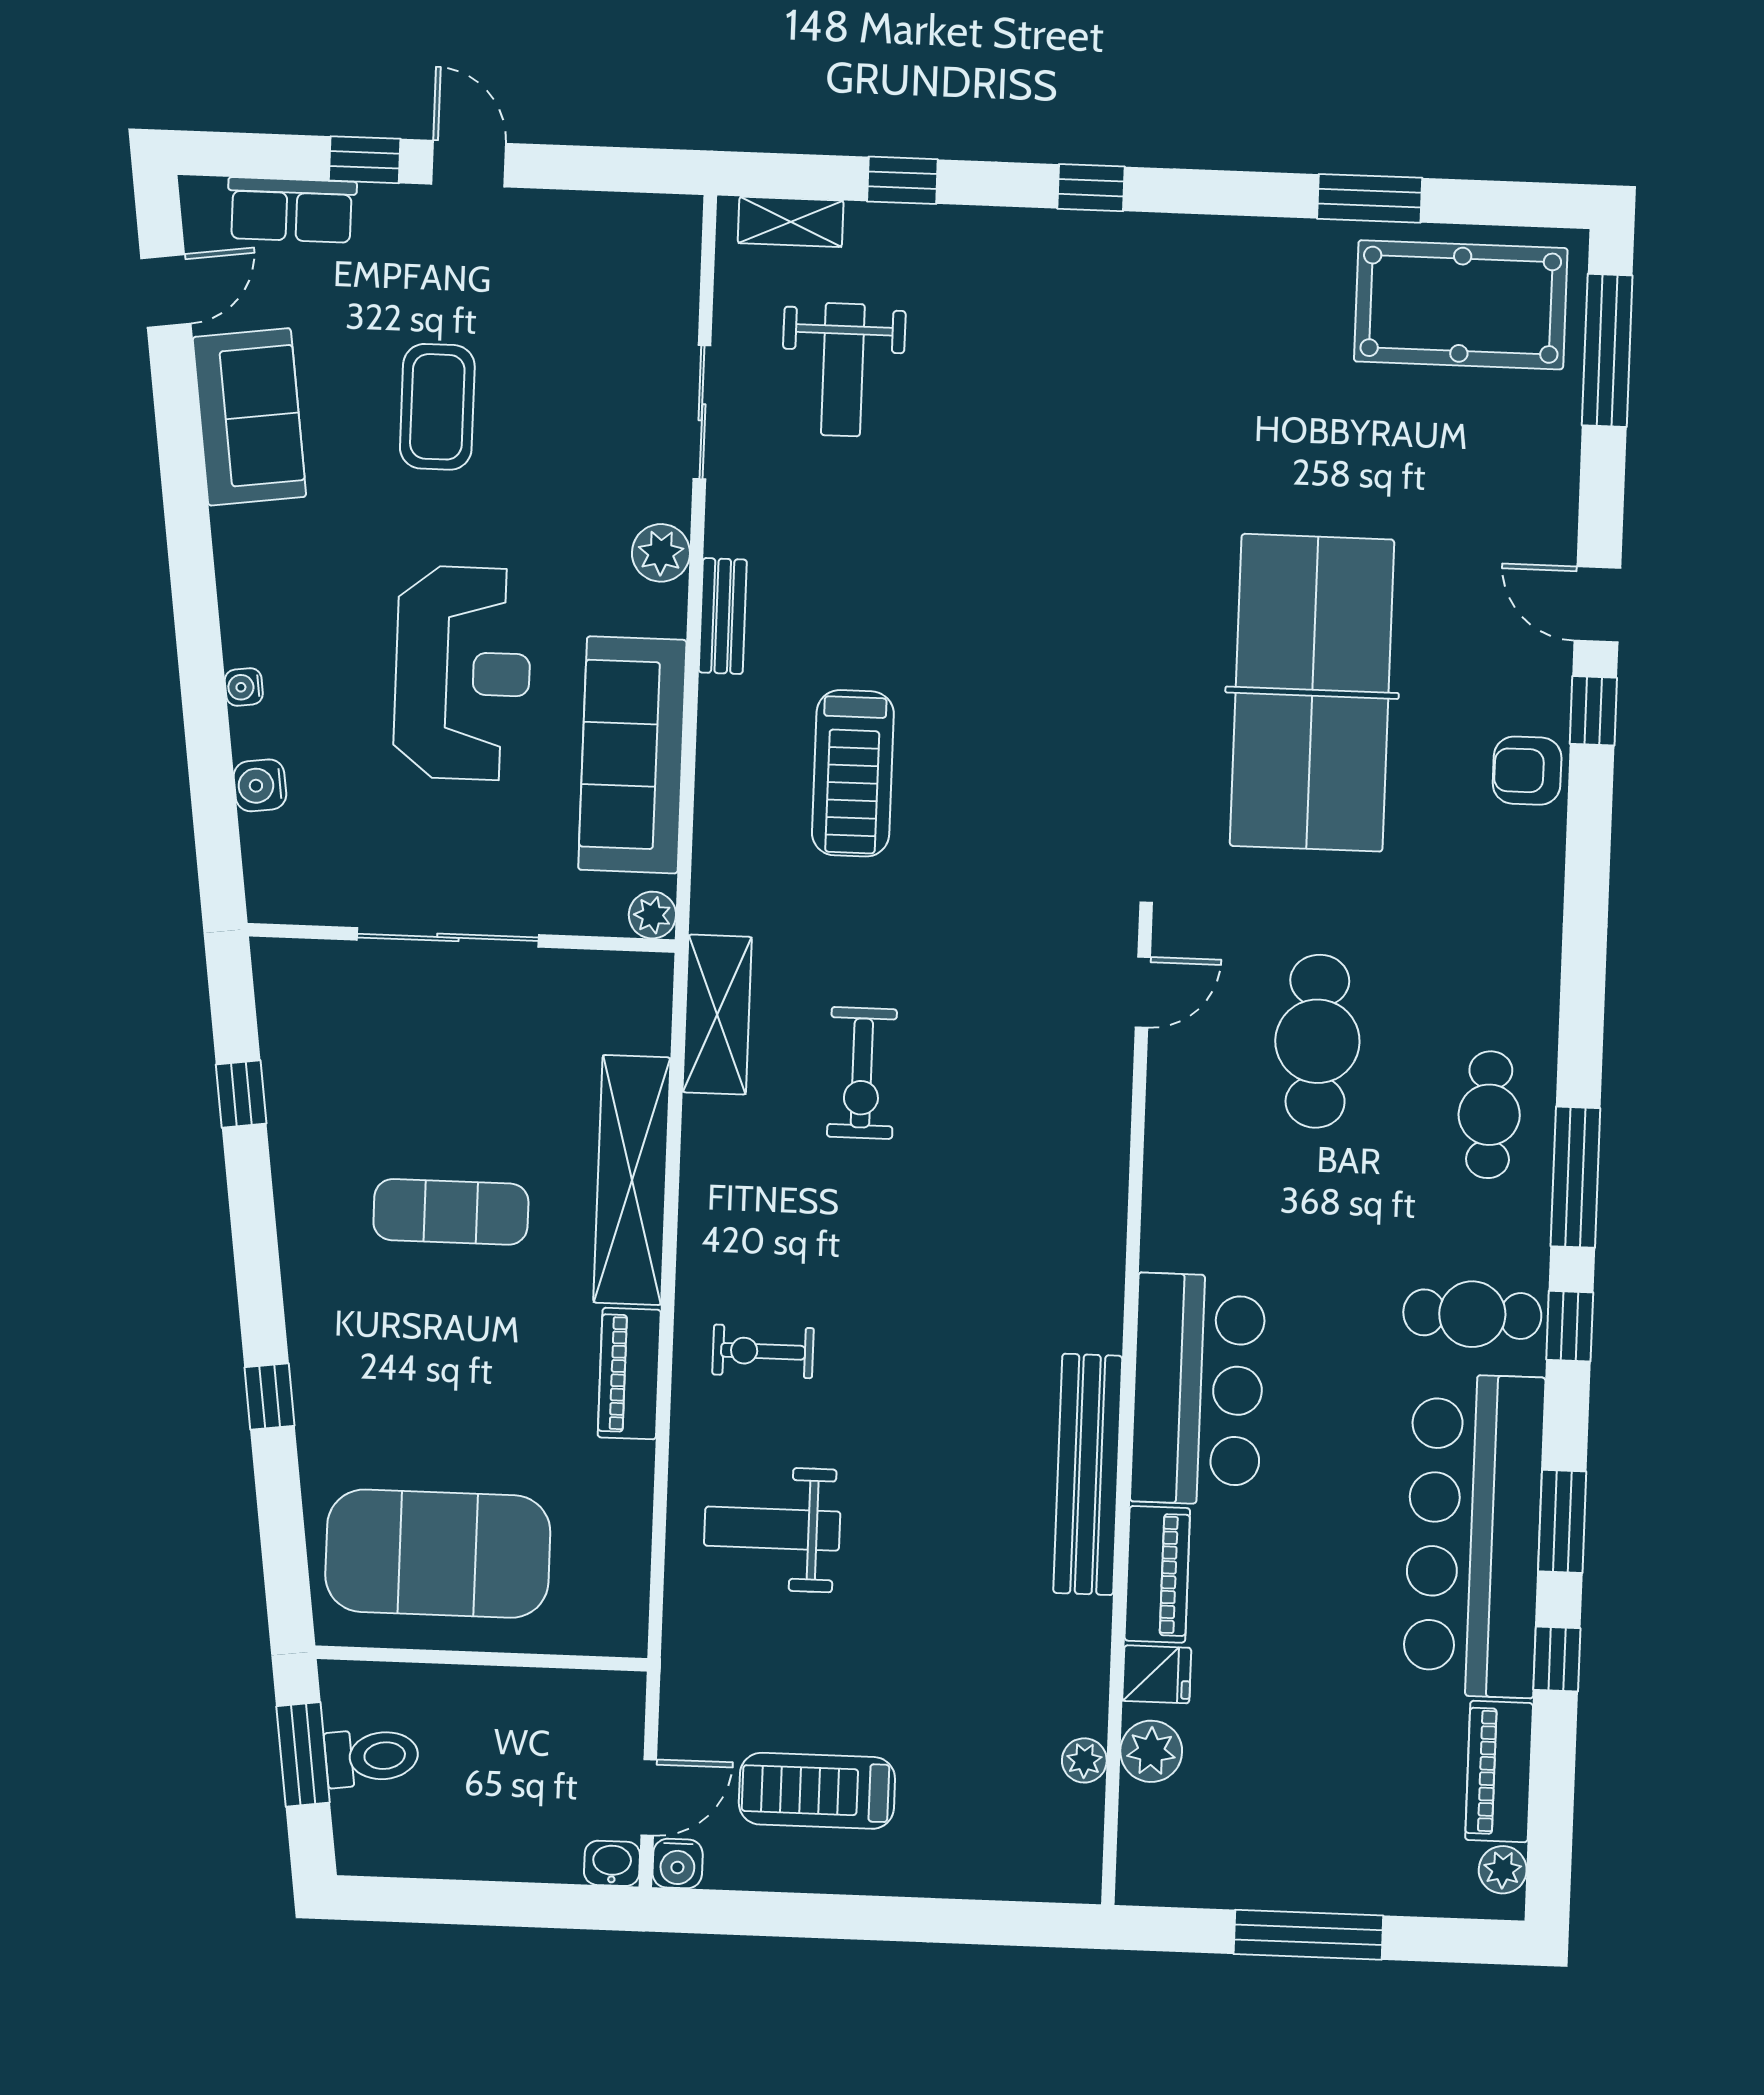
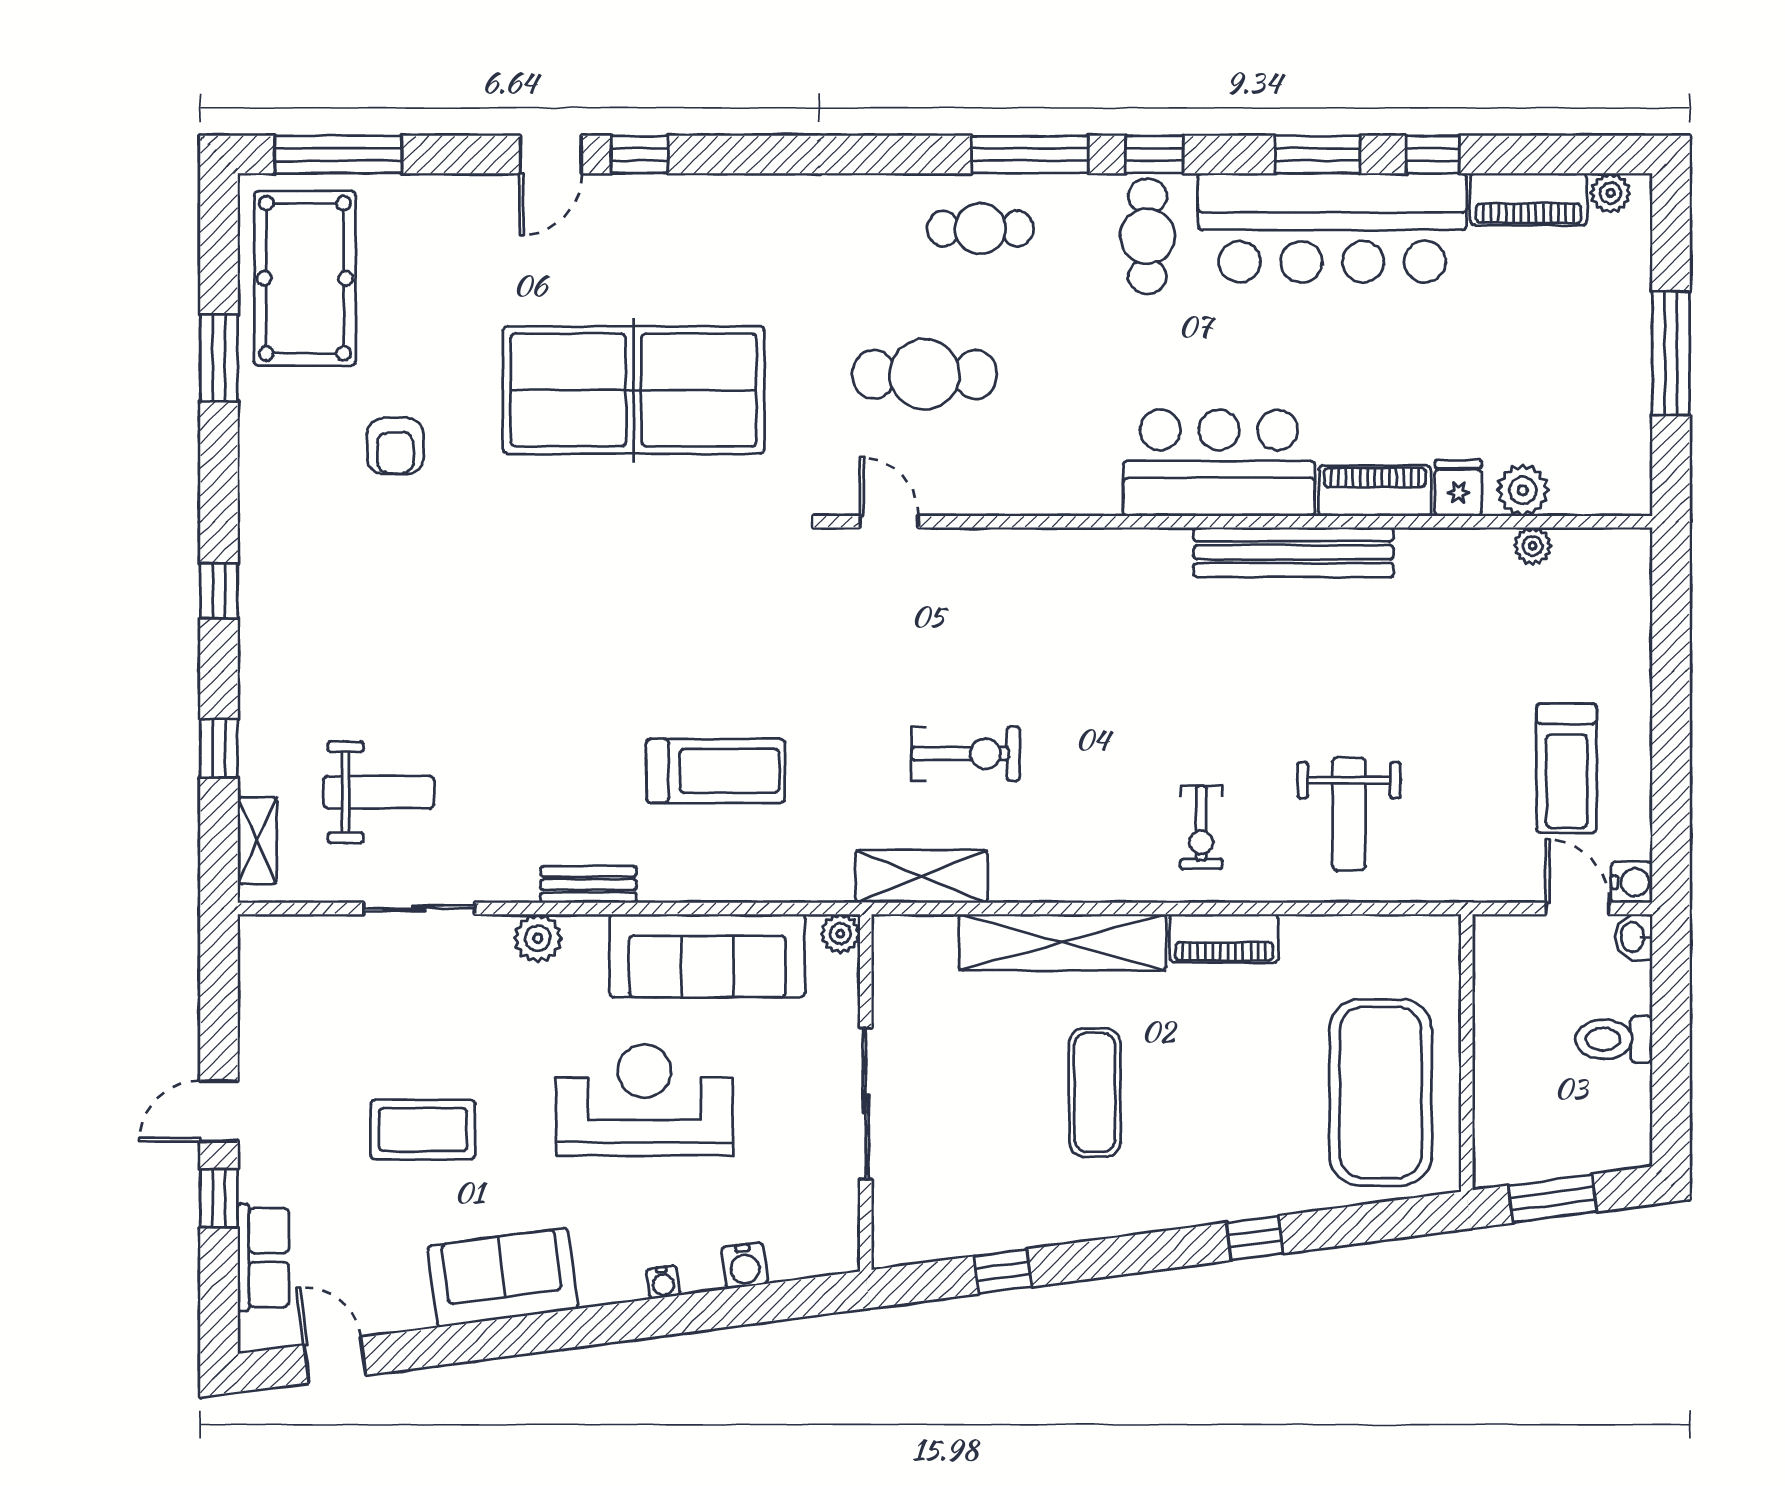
sofa: (249, 417) -> (503, 1277), moved
armchair: (1527, 771) -> (395, 446), moved
toilet: (372, 1757) -> (1614, 1039), moved, turned -82

